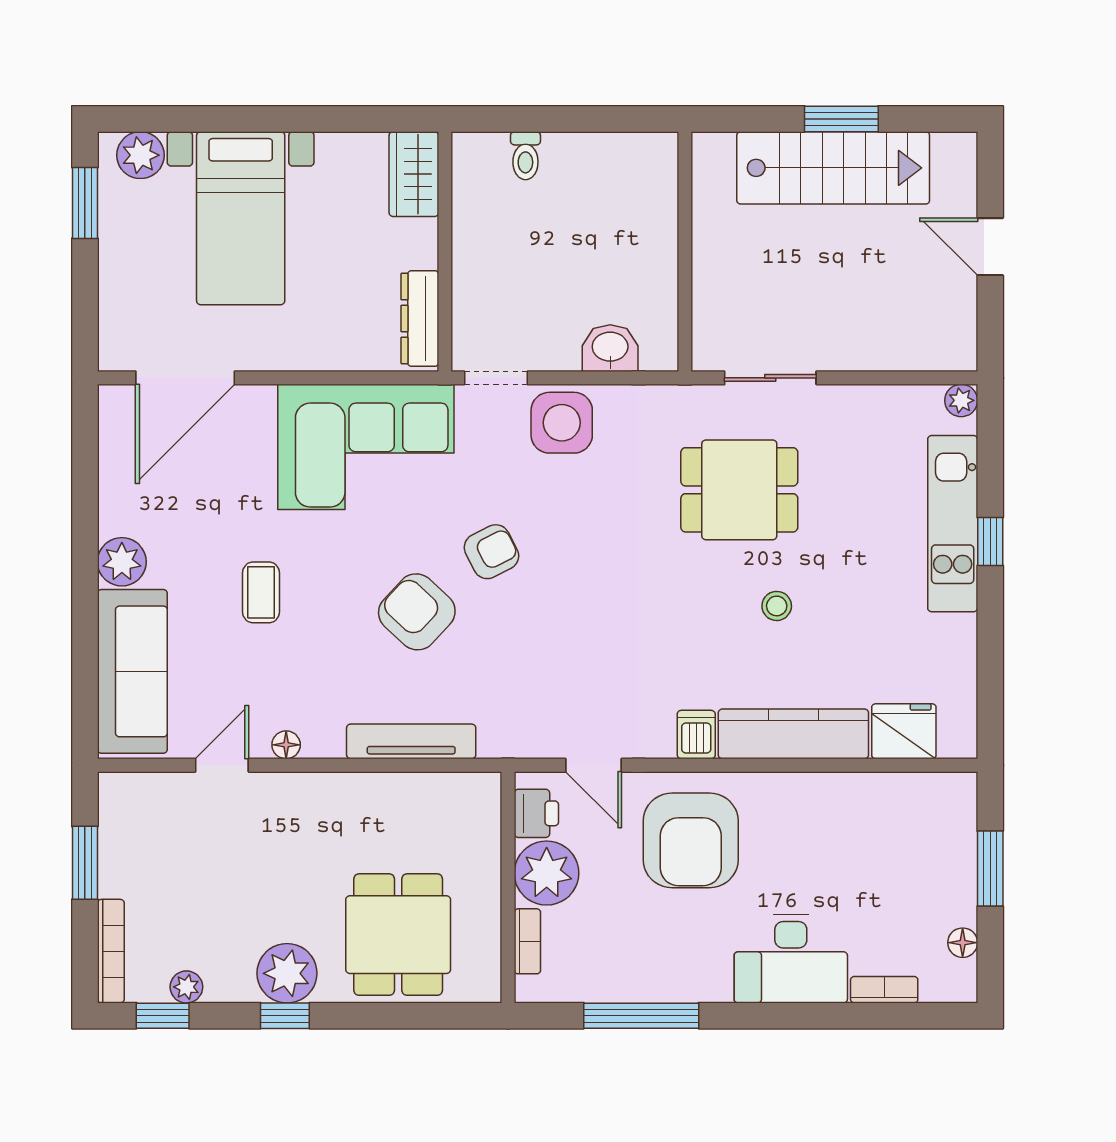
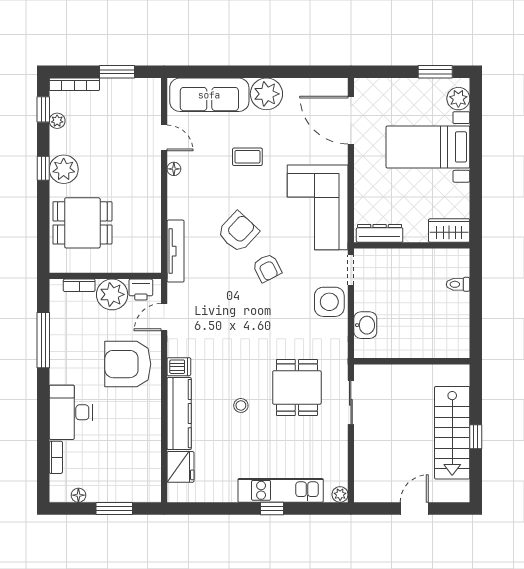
window: (841, 119) -> (476, 437), width x0.67
plant: (122, 562) -> (266, 94), width x1.36, depth x1.36
tv unit: (411, 741) -> (176, 251), moved

